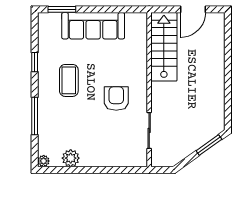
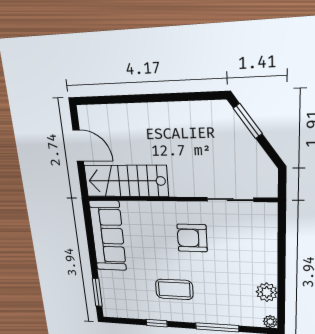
sofa: (93, 26) -> (108, 236), moved

